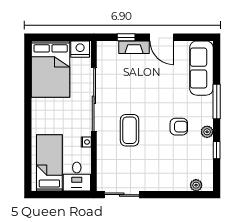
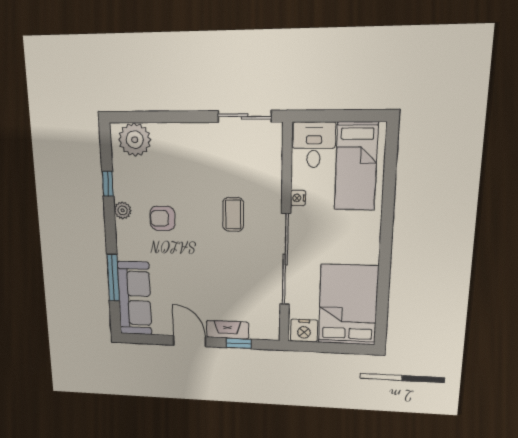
window: (217, 102) -> (113, 278), moved
coffee table: (130, 130) -> (233, 214), width x0.73, depth x0.77
plant: (196, 185) -> (135, 140), width x1.87, depth x1.87

